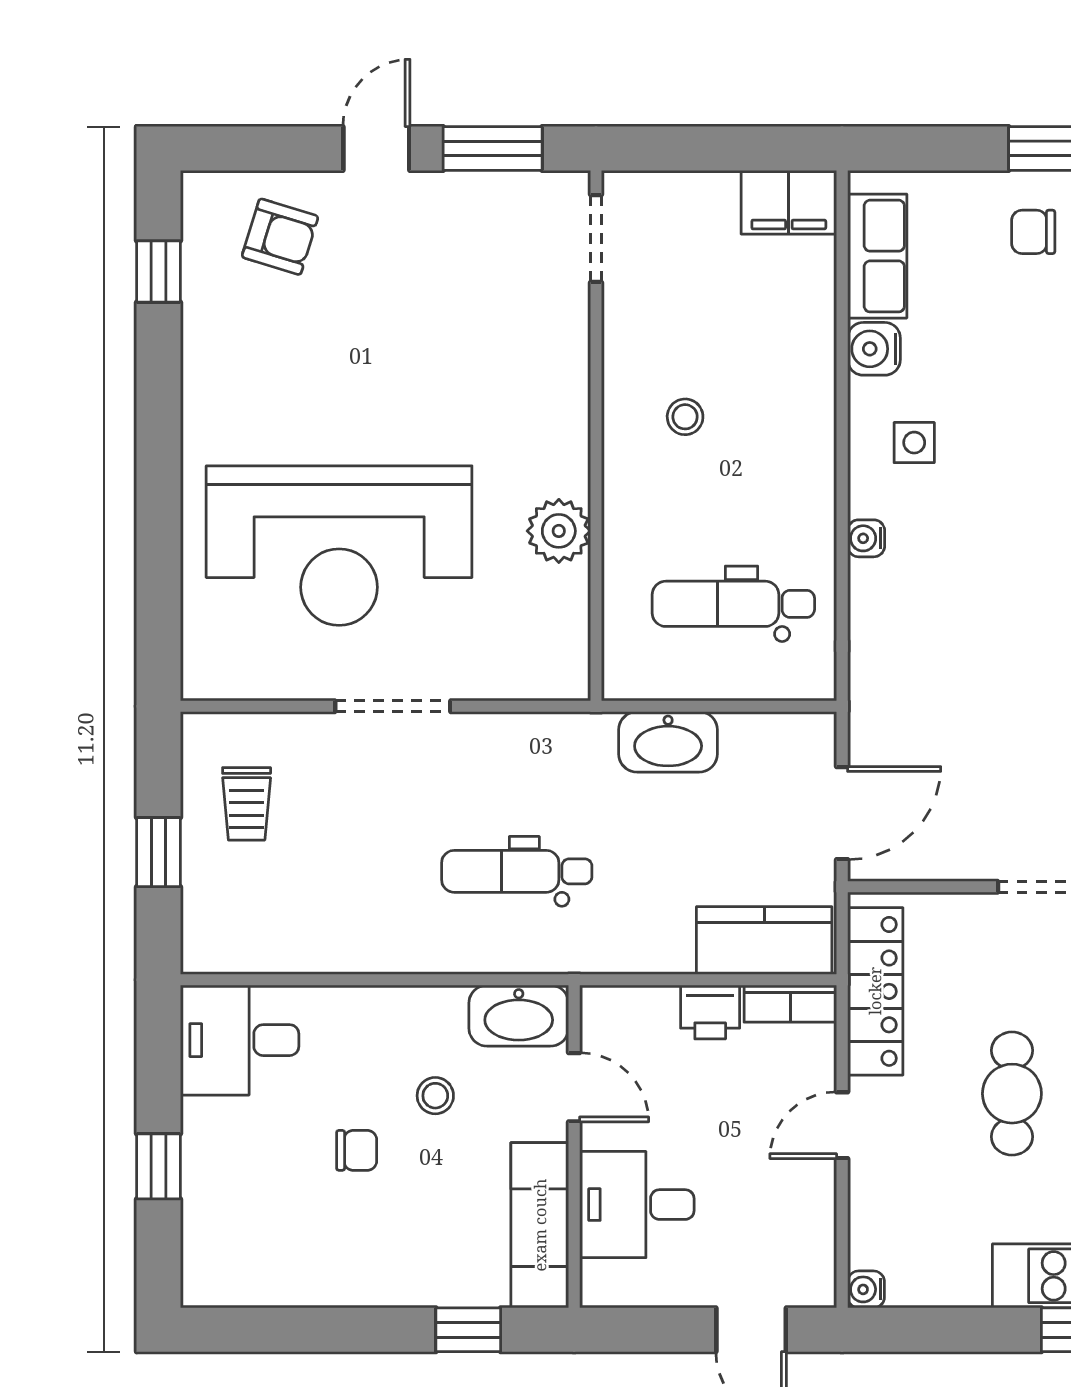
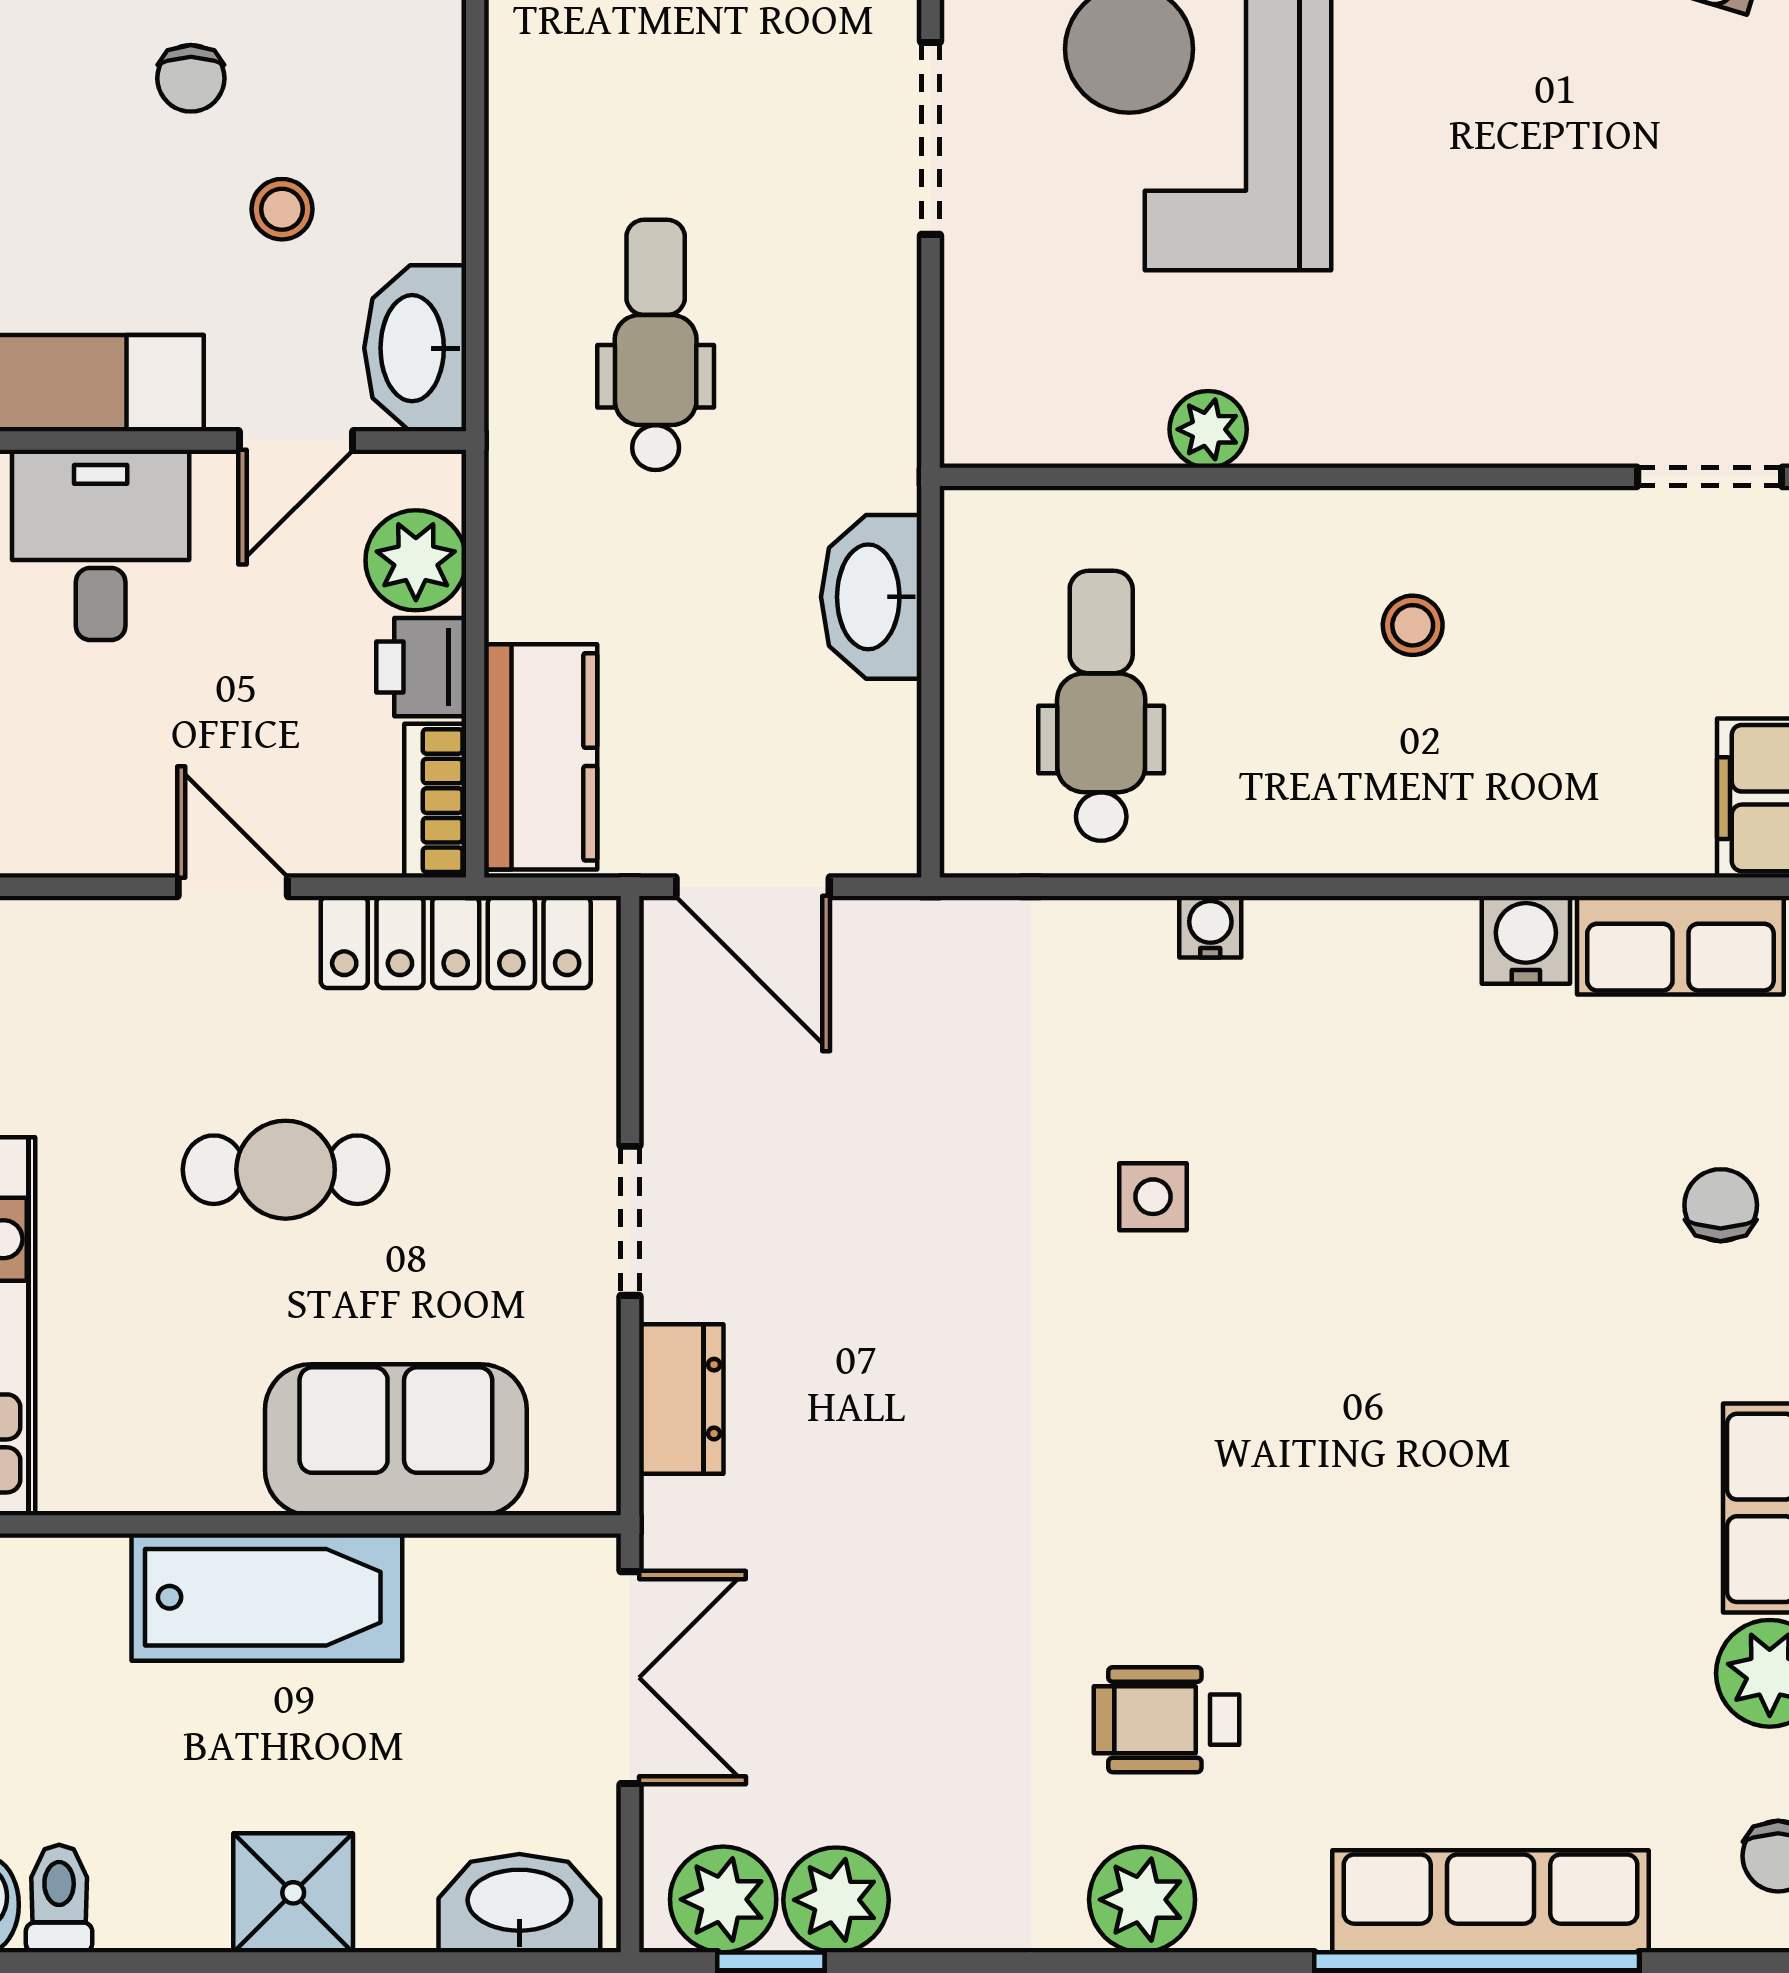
side table: (914, 443) -> (1153, 1197), moved
plant: (559, 531) -> (1208, 429), width x0.73, depth x0.73
plant: (646, 1015) -> (416, 560), added

